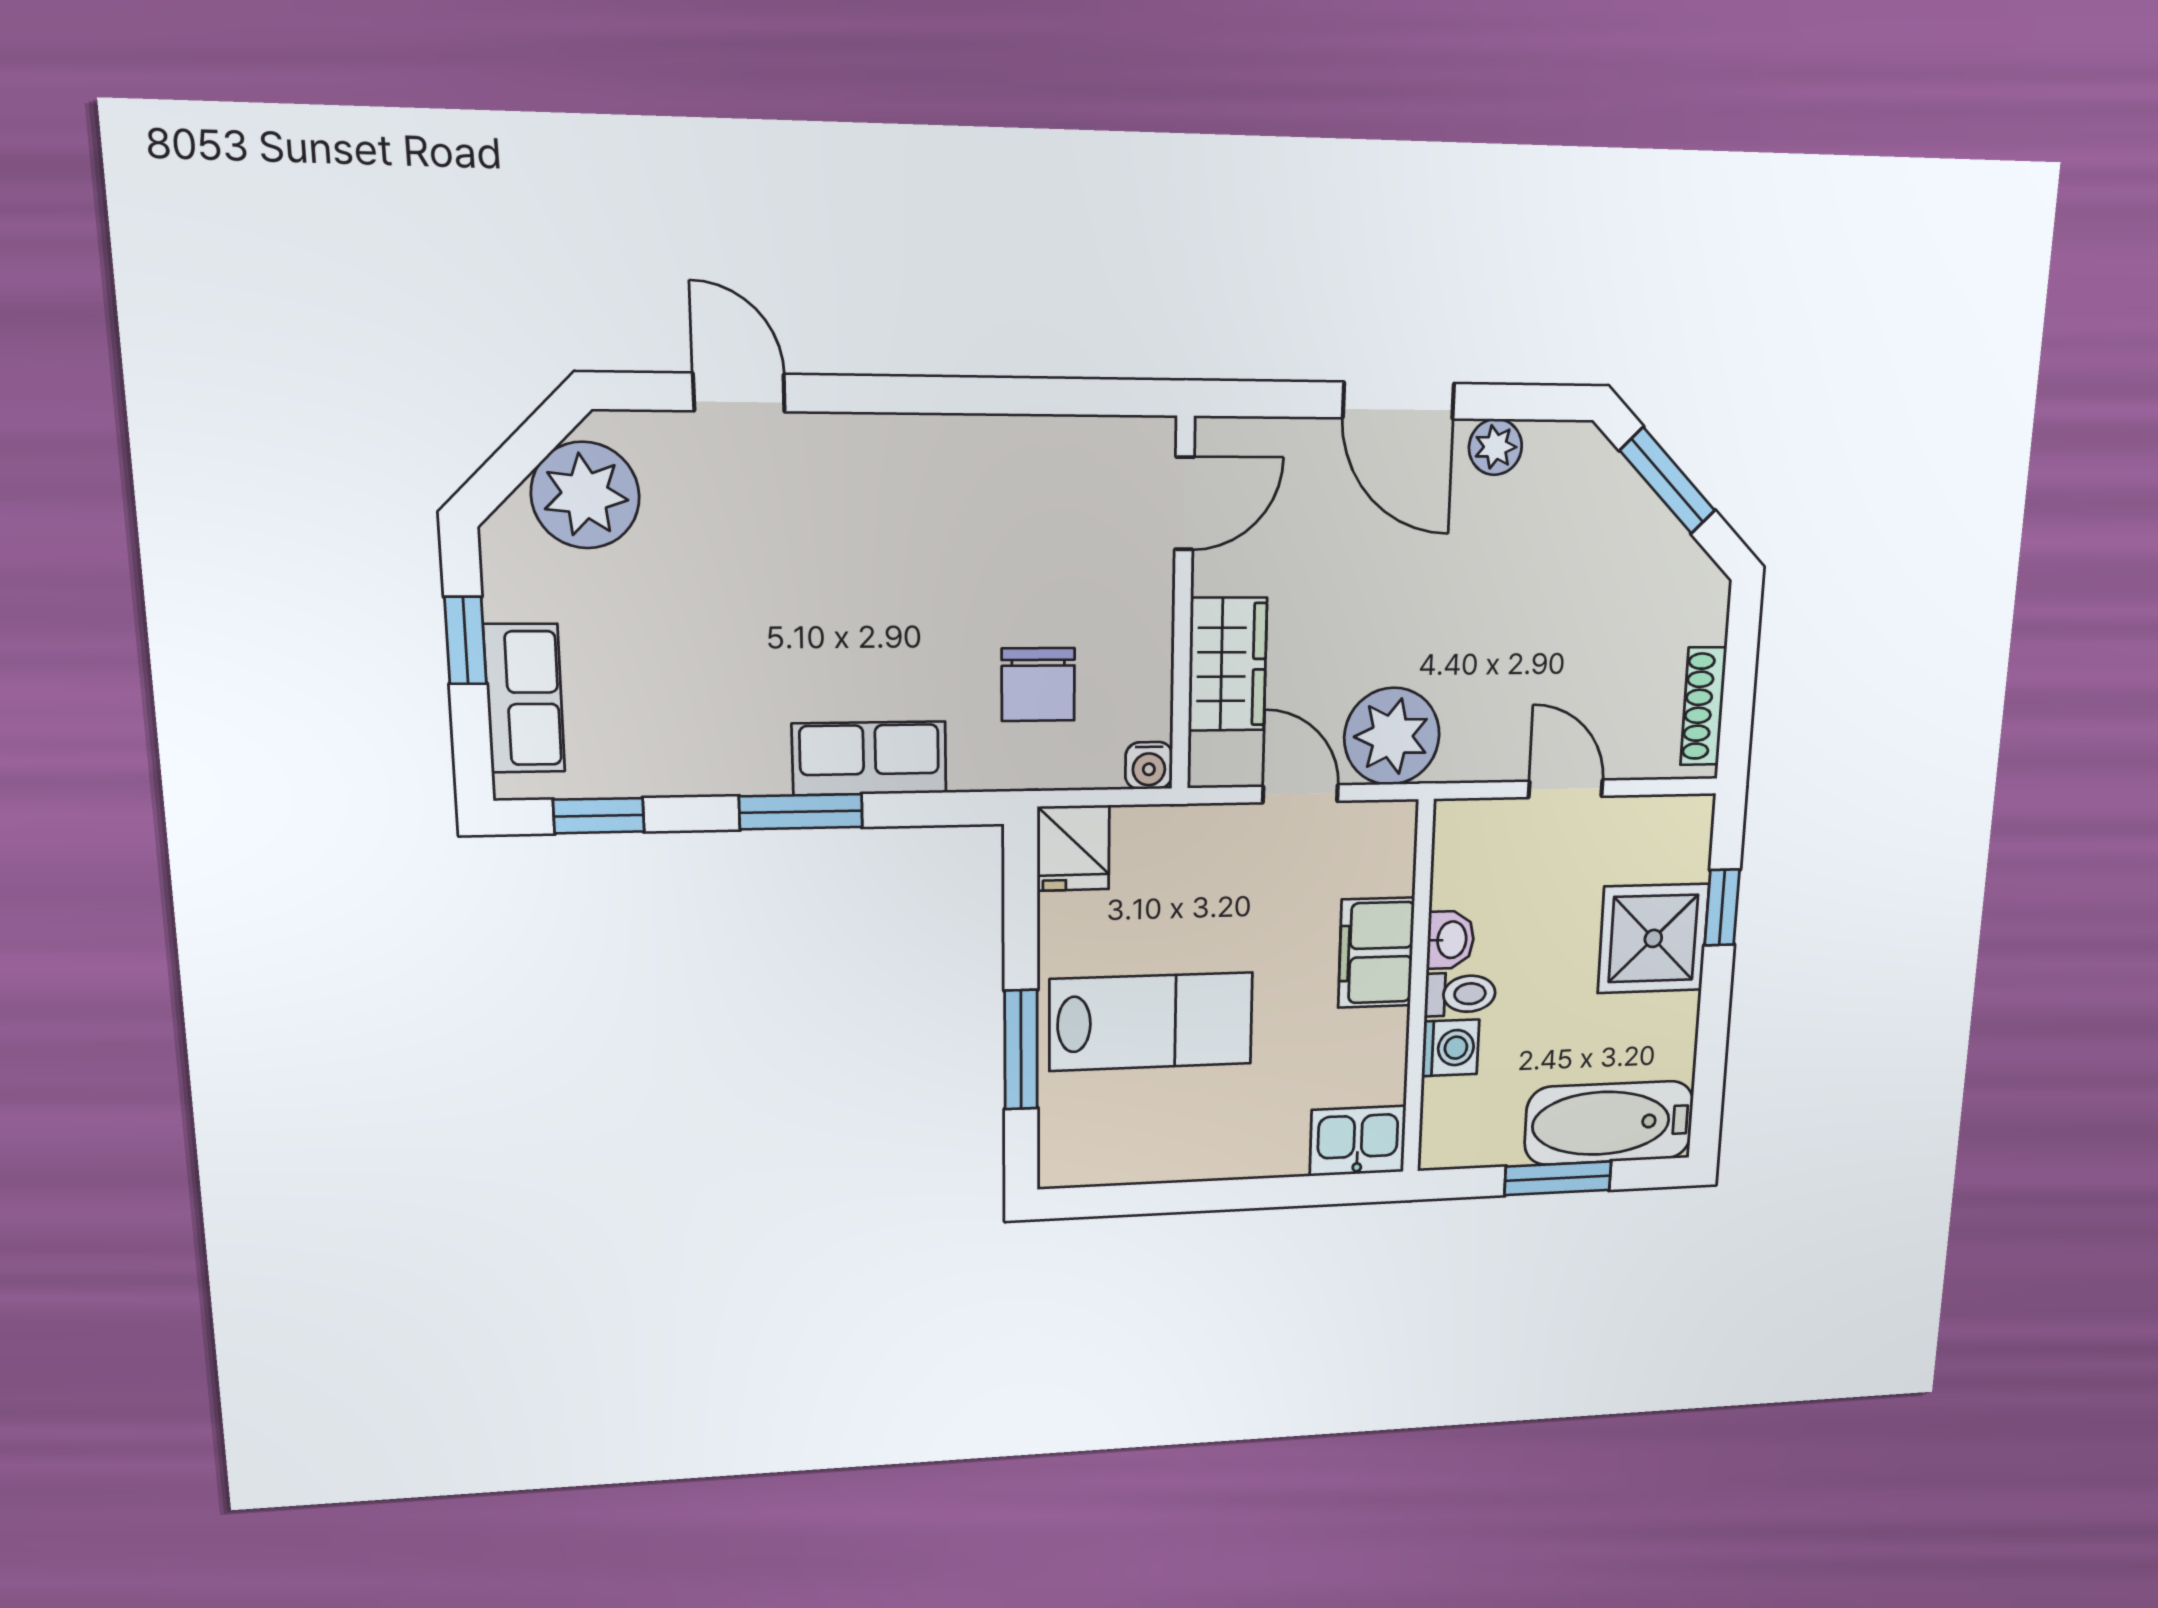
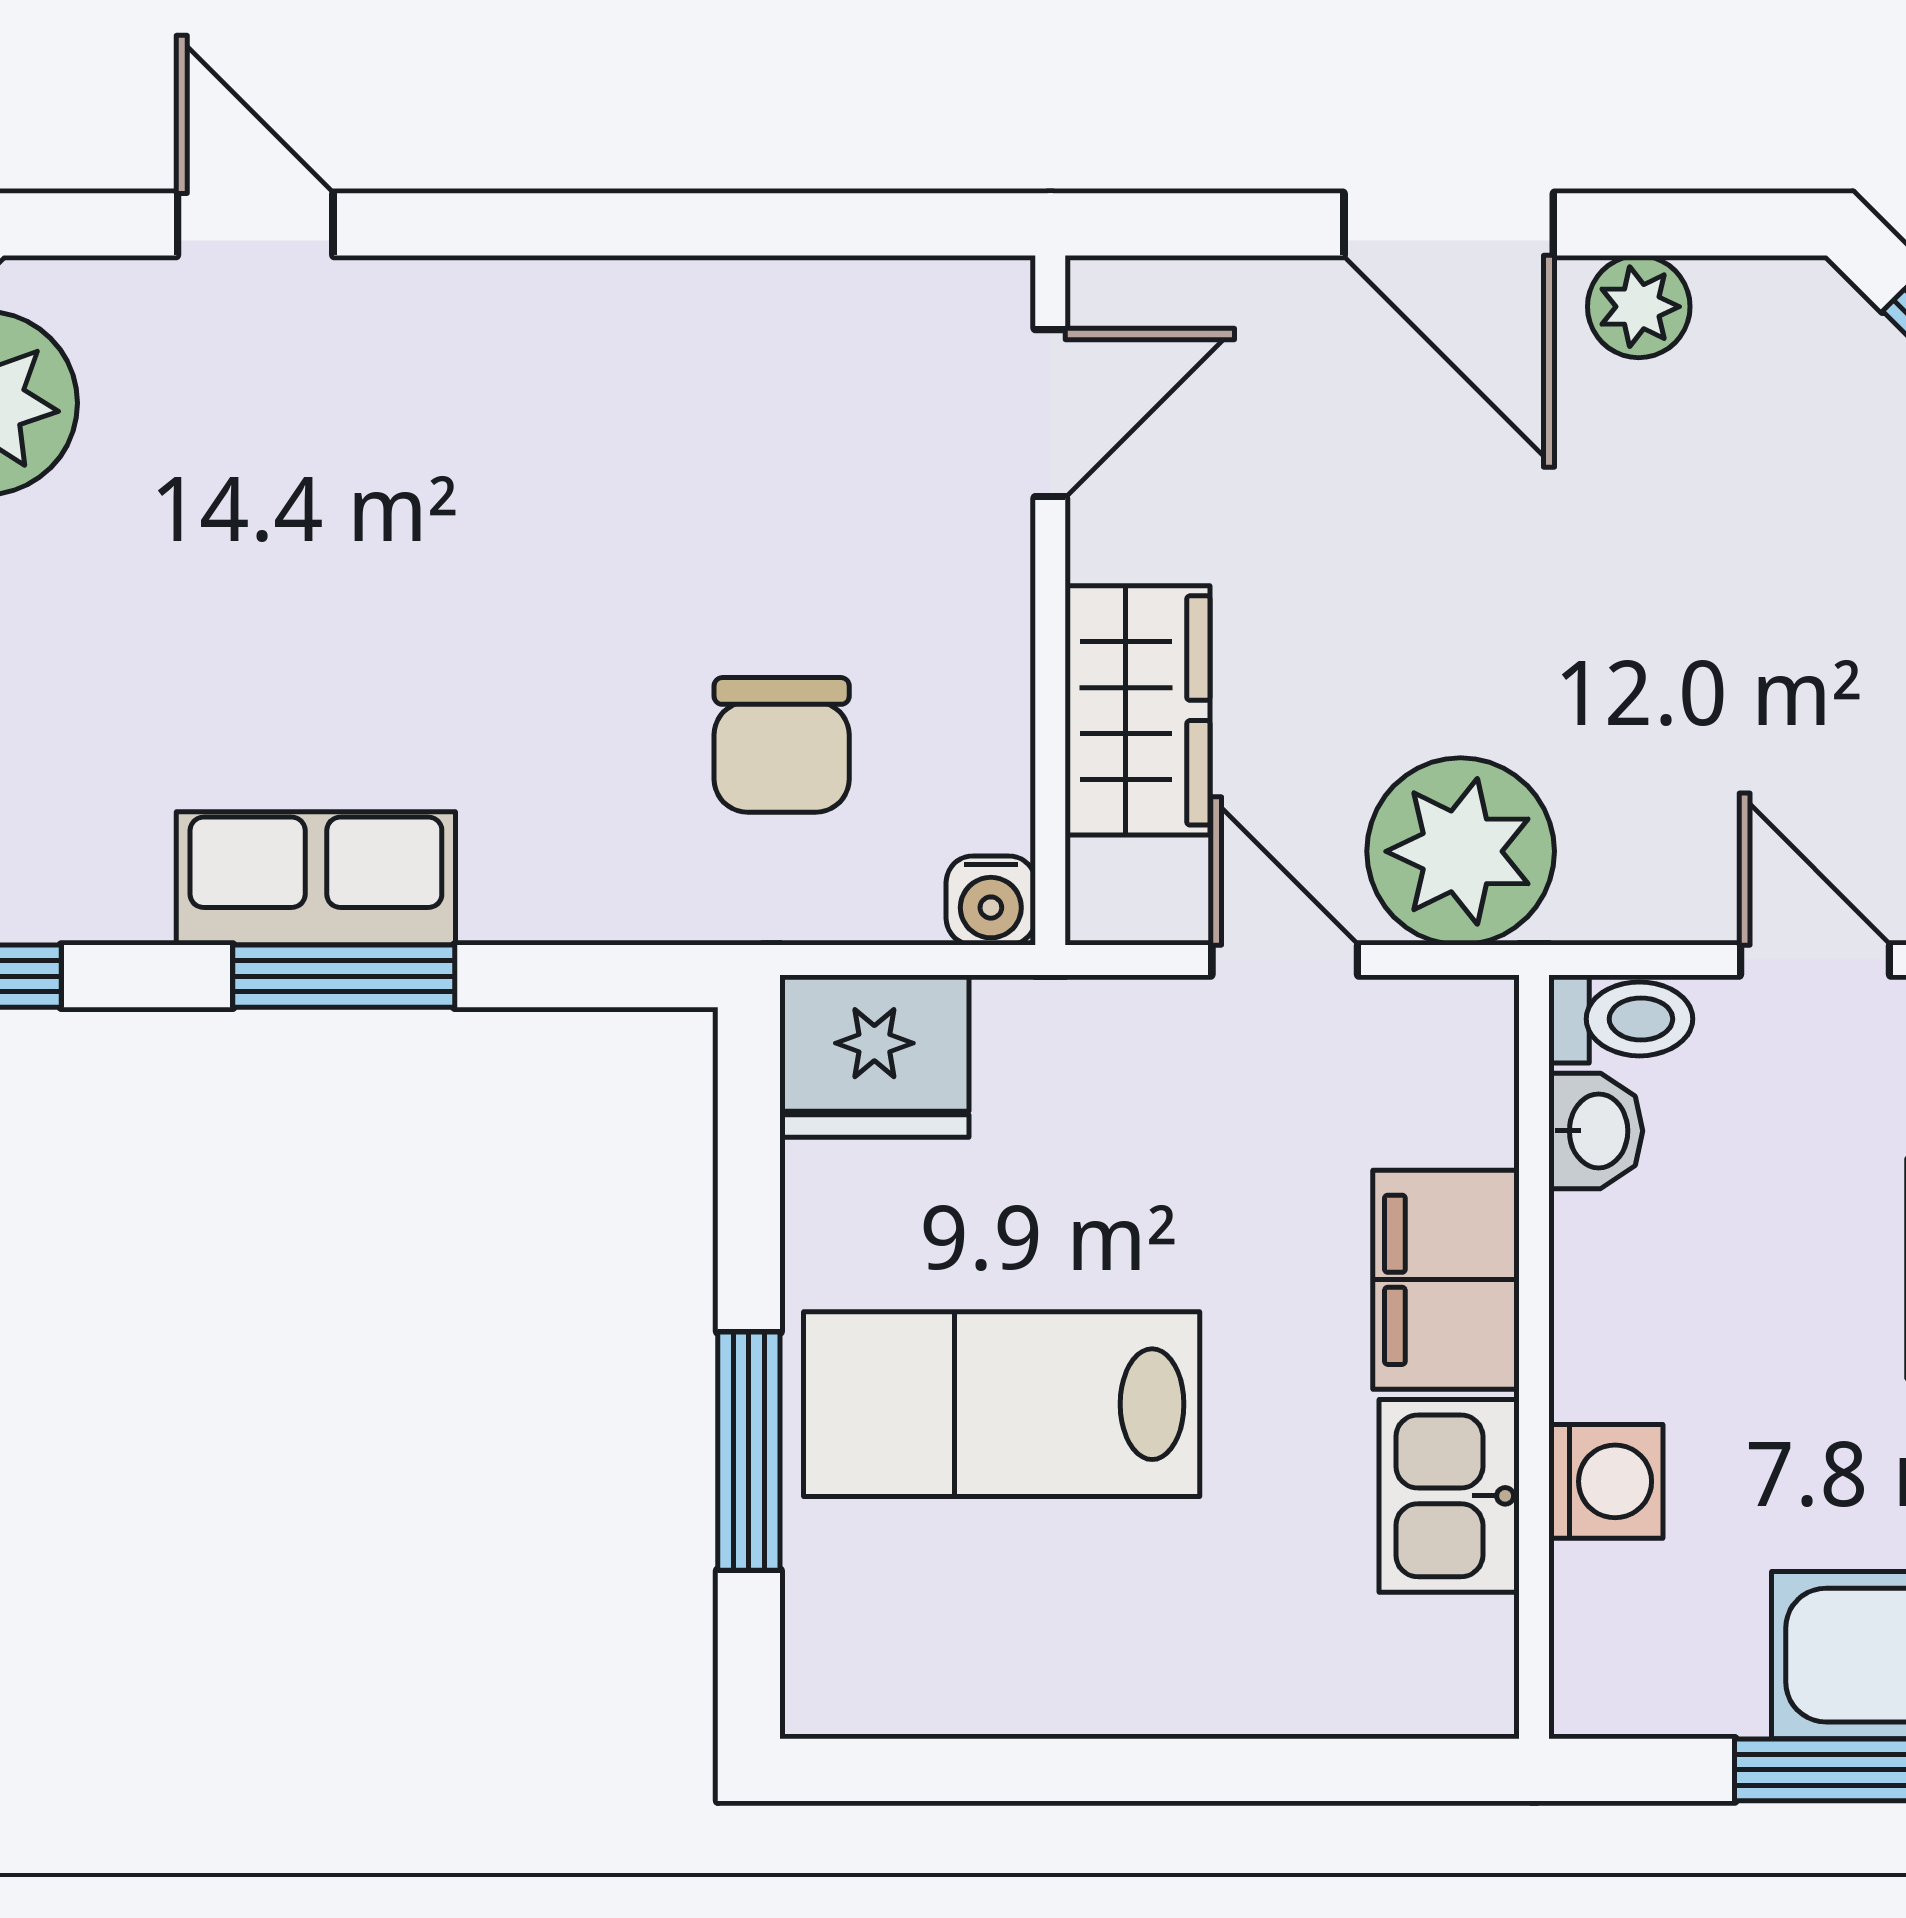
row of seats: (869, 758) -> (316, 878), moved
fridge: (1073, 848) -> (874, 1056), width x1.38
washbasin: (1450, 940) -> (1596, 1131), moved
toilet: (1460, 994) -> (1621, 1019), moved
lab bench: (1151, 1022) -> (1002, 1404), turned 180
kitchen sink: (1358, 1141) -> (1449, 1496), moved, turned -90

